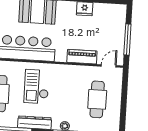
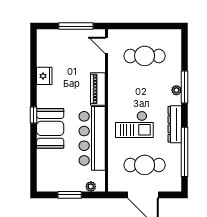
piano: (82, 57) -> (98, 89), moved

